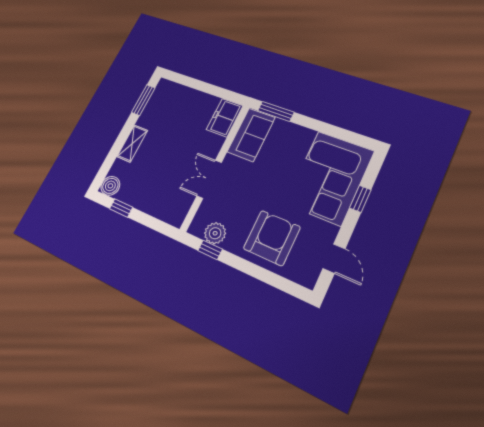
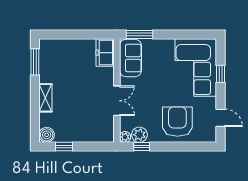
double door: (209, 179) -> (117, 101), swing flipped
plant: (196, 228) -> (125, 137), added

